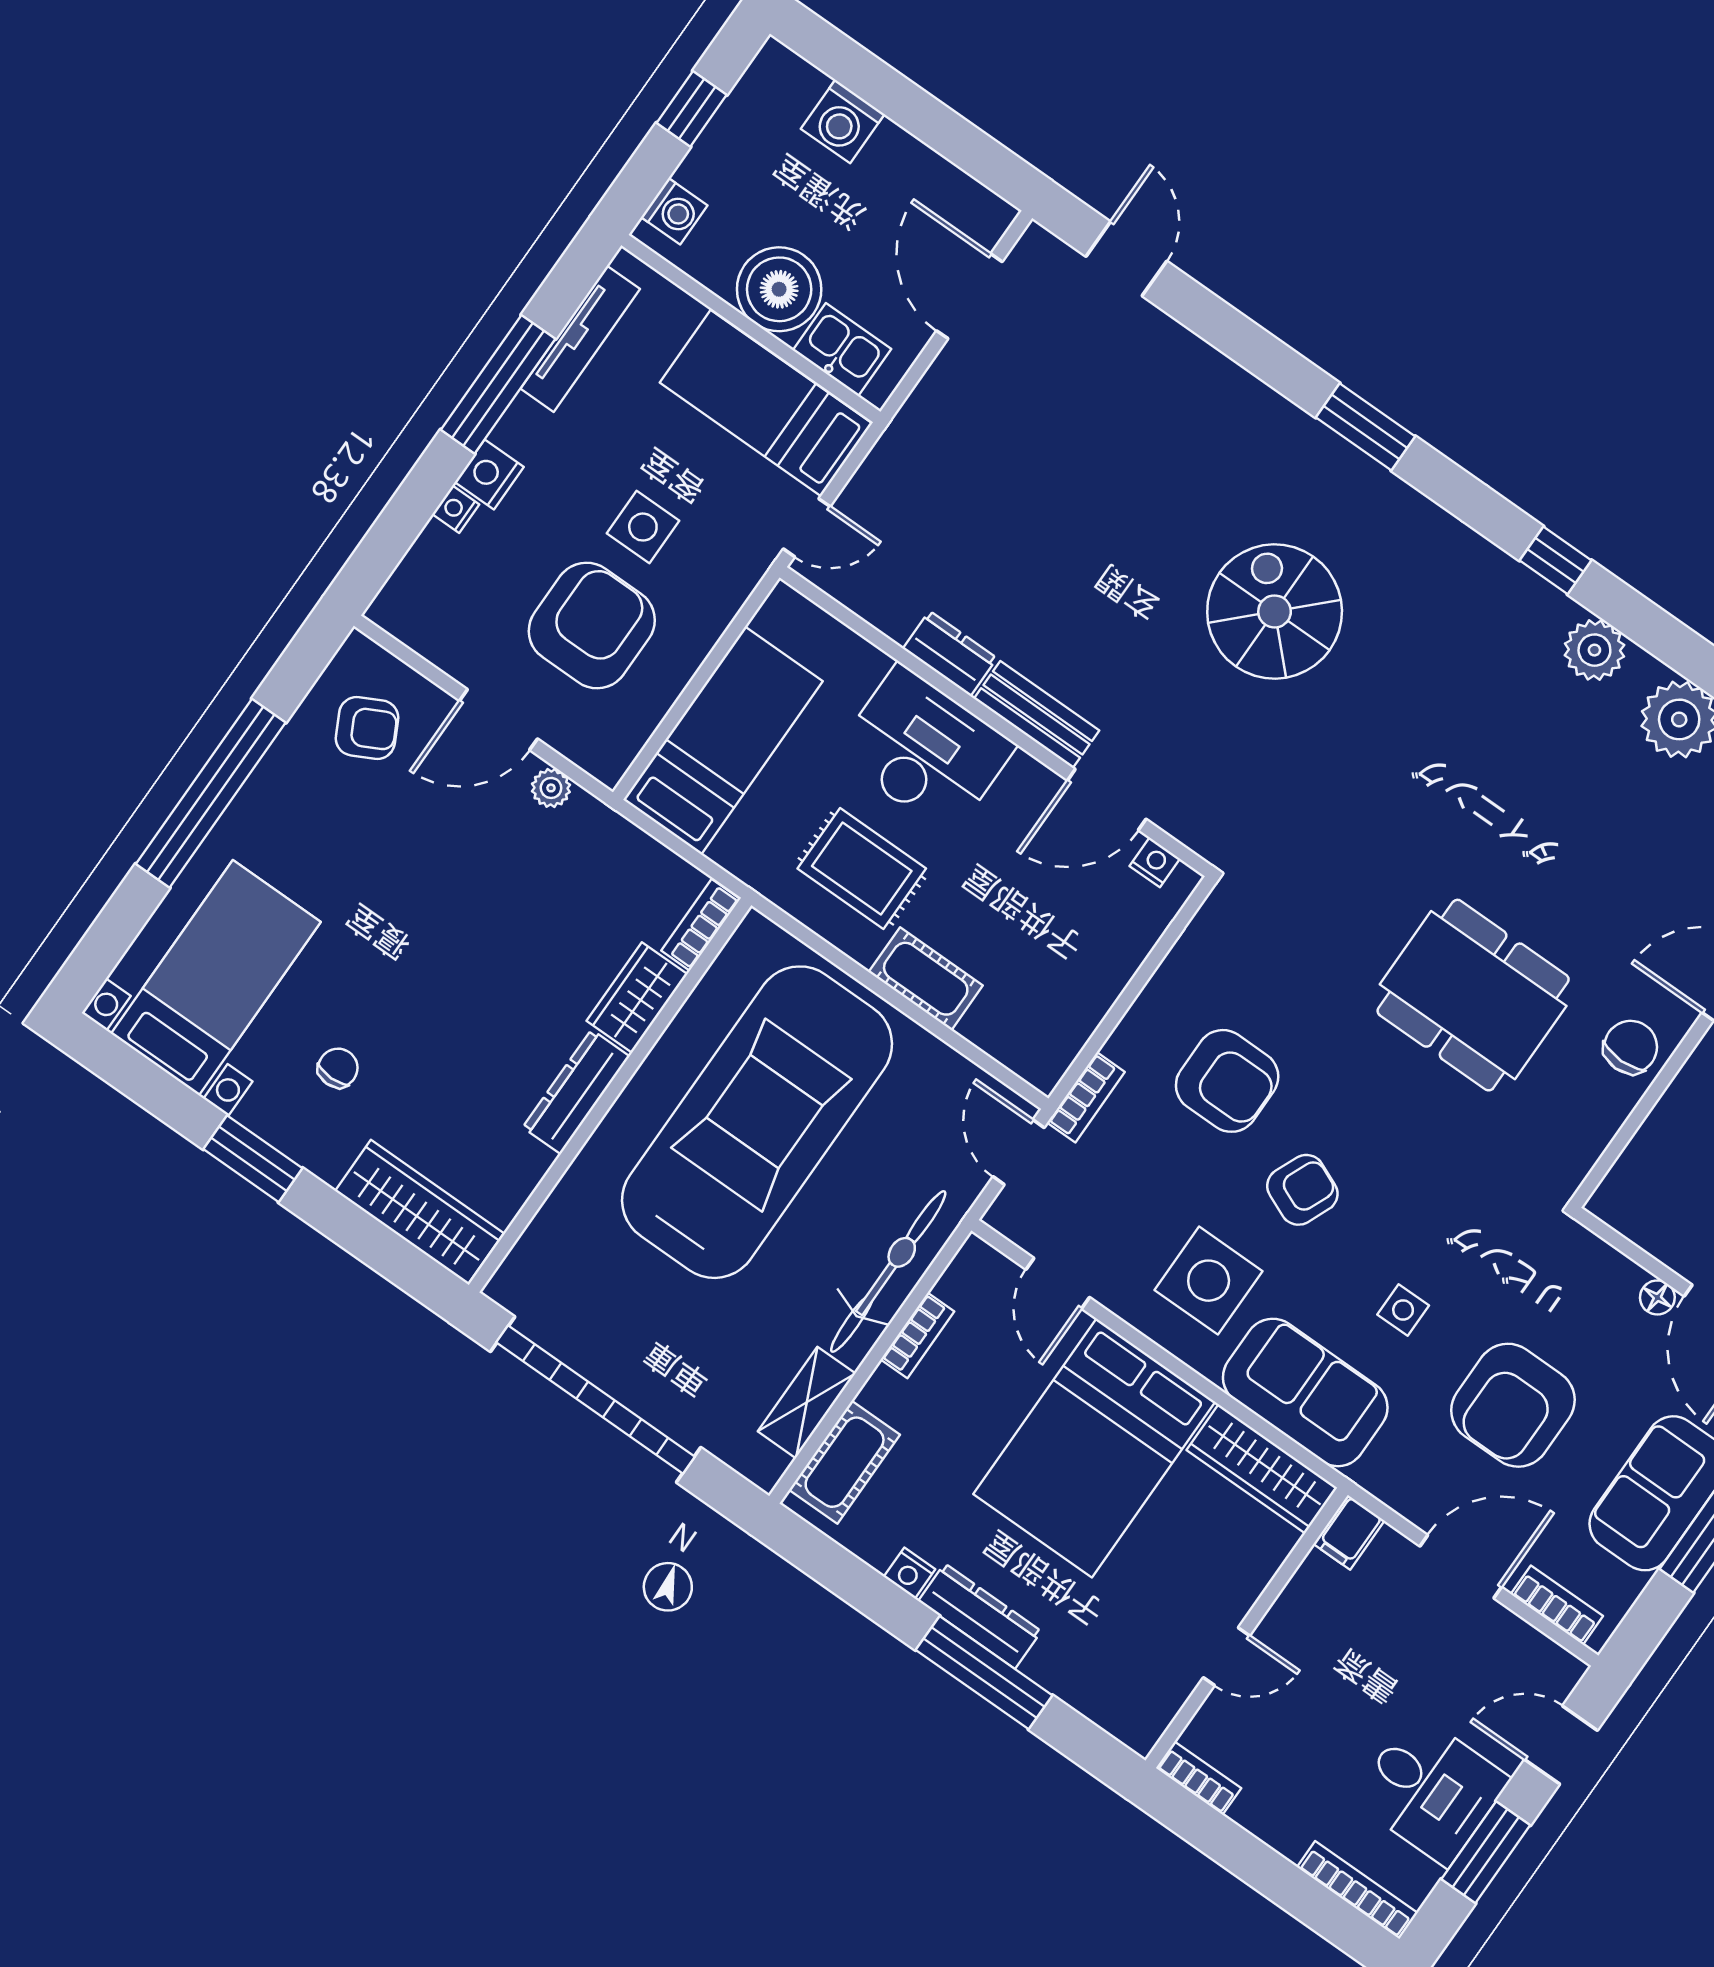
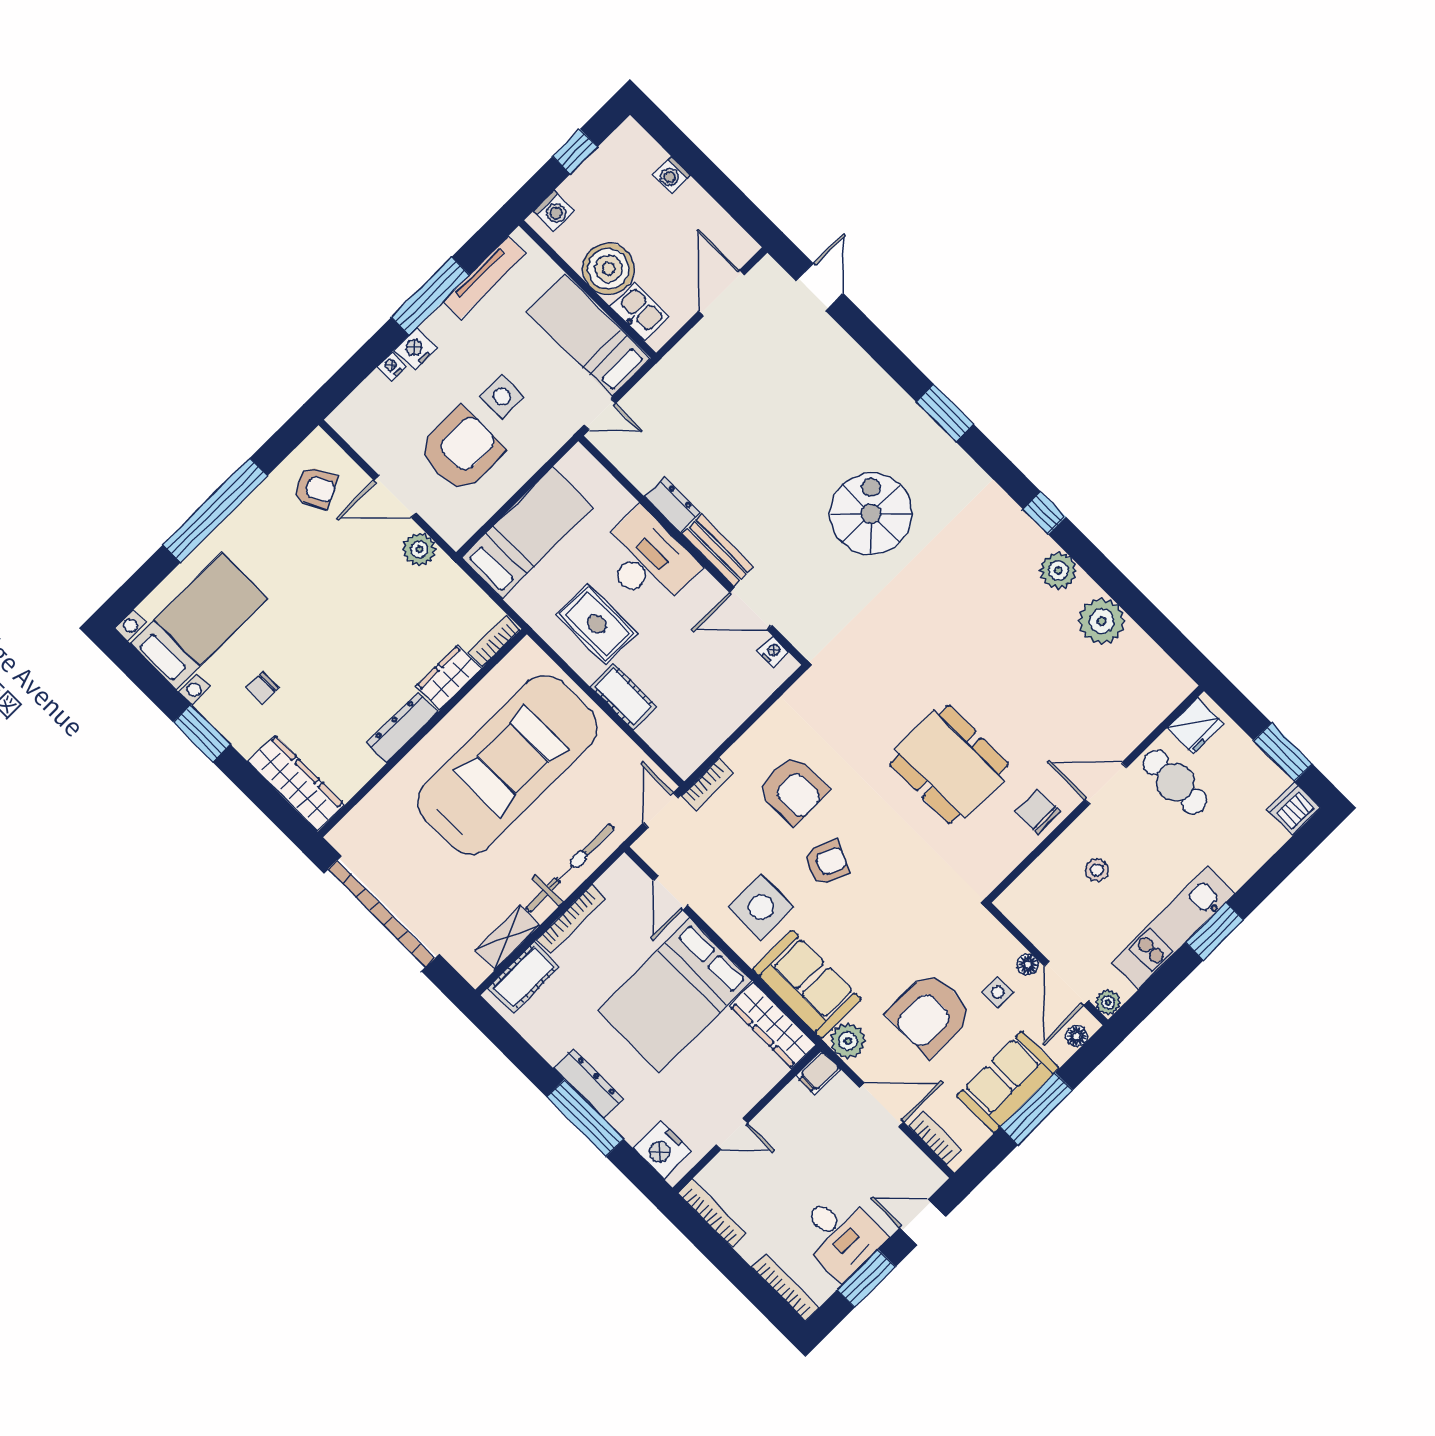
washing machine: (843, 121) -> (671, 175), width x0.73, depth x0.73
plant: (551, 788) -> (419, 549), width x1.38, depth x1.38
chair: (1631, 1047) -> (1038, 812), turned -90
chair: (338, 1068) -> (262, 688), turned 180
side table: (1403, 1310) -> (998, 992), moved
bookcase: (917, 1335) -> (571, 919), width x1.56
plant: (1388, 1473) -> (848, 1041), added
nightstand: (910, 1573) -> (662, 1149), moved, width x1.89, depth x1.79
bookcase: (1198, 1778) -> (712, 1214), width x1.56

